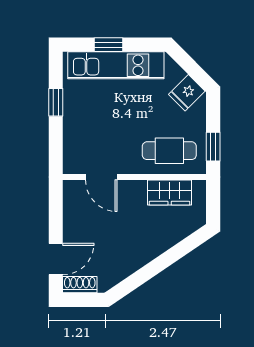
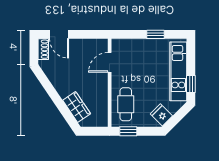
window: (109, 45) -> (191, 84), moved
wardrobe: (170, 192) -> (77, 107), moved, turned 146

